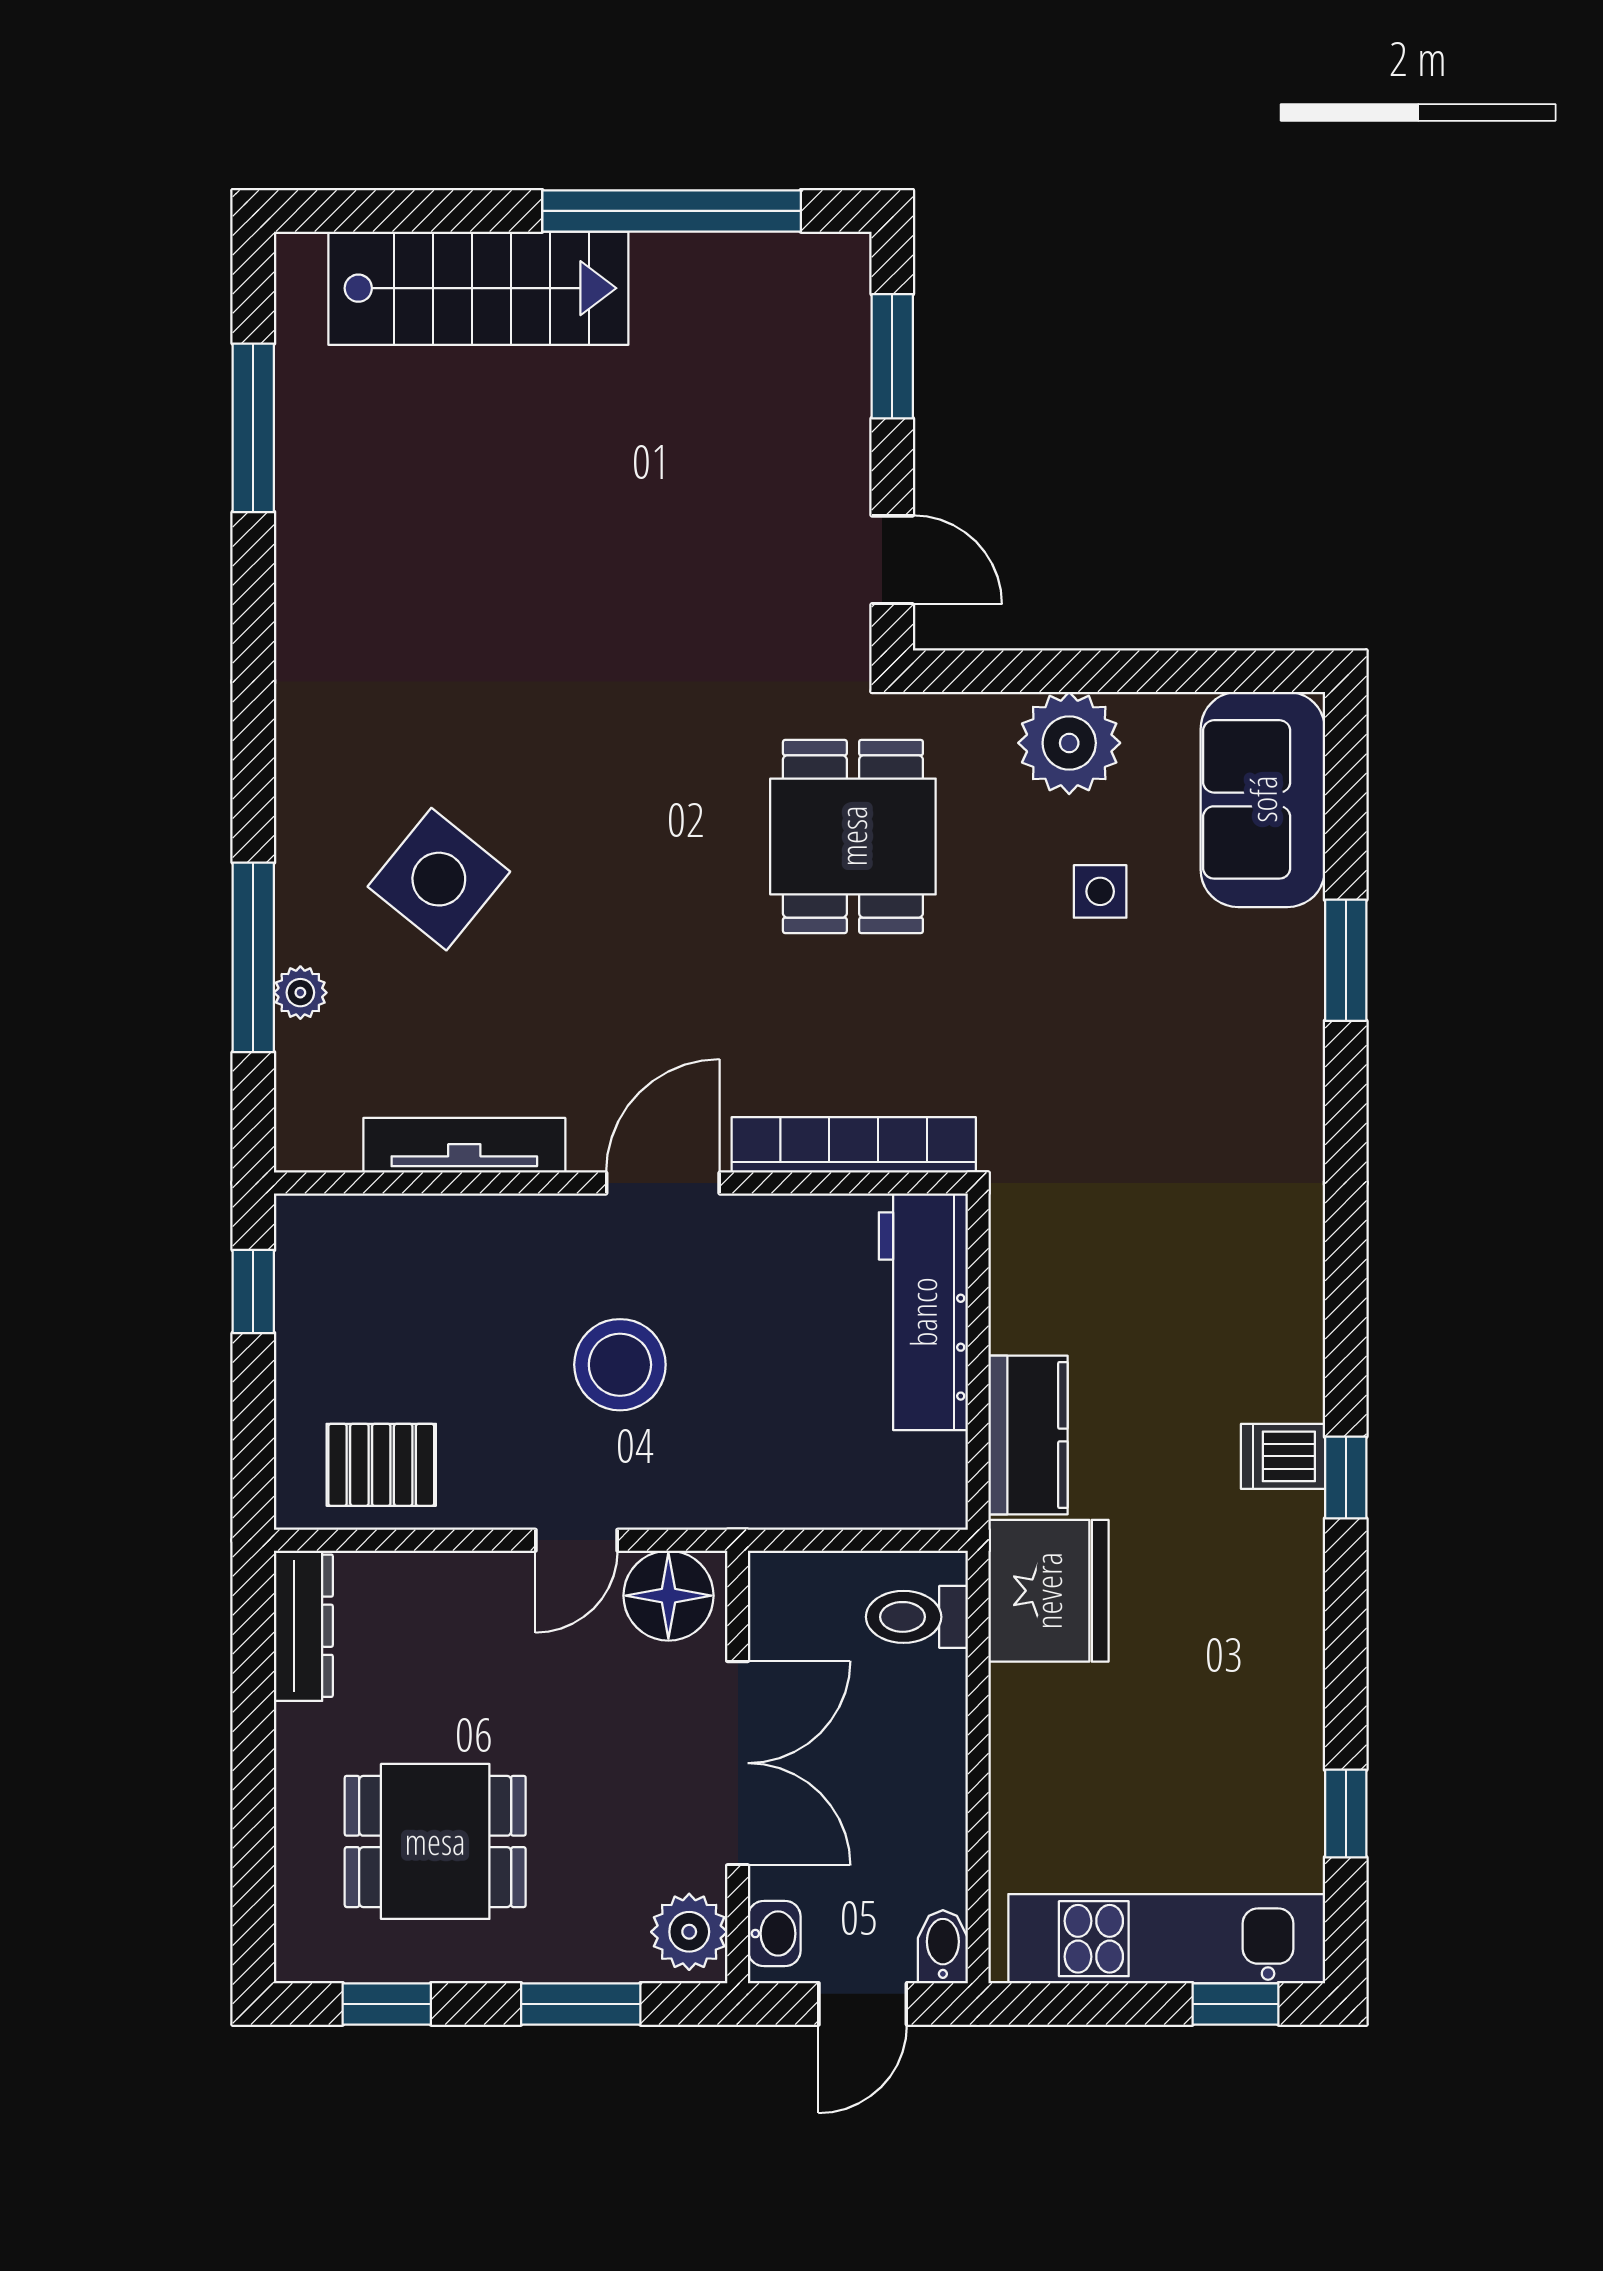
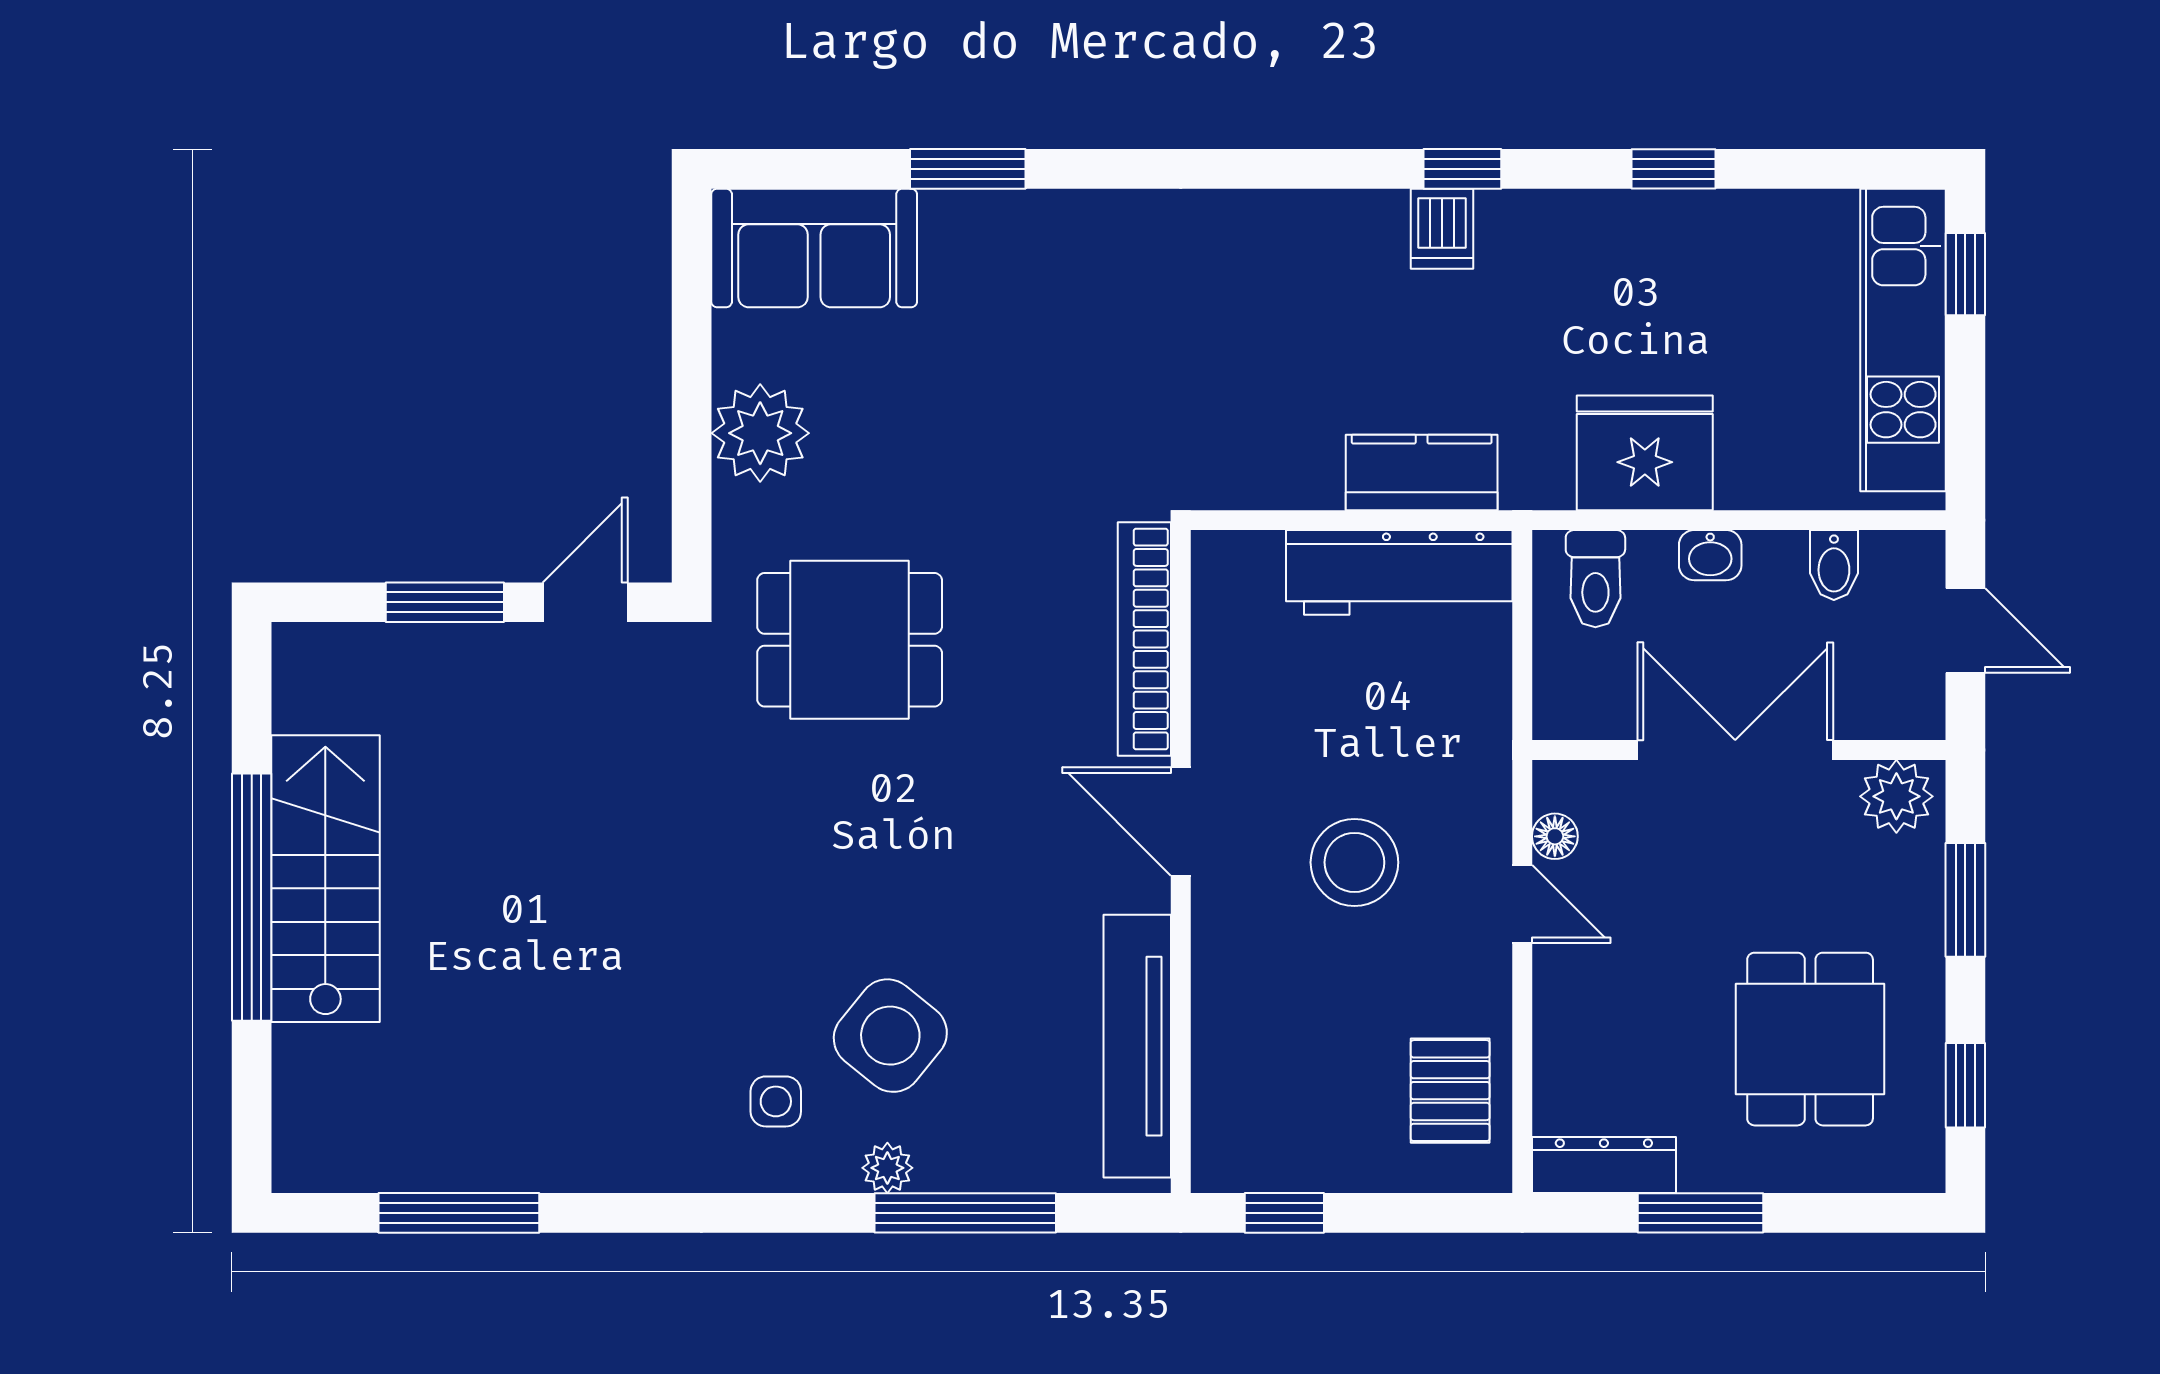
window: (672, 211) -> (252, 897), moved
stairs: (478, 288) -> (325, 879), moved
window: (892, 356) -> (445, 602), moved
side table: (1100, 891) -> (776, 1101), moved
plant: (300, 993) -> (887, 1168), moved
tv unit: (464, 1145) -> (1137, 1046), width x1.36, depth x1.29
workbench: (923, 1312) -> (1399, 572), moved
fridge: (1048, 1591) -> (1645, 453), moved
floor lamp: (668, 1596) -> (1555, 836), width x0.53, depth x0.53
window: (253, 1727) -> (1701, 1213), added
window: (1346, 1814) -> (1673, 169), moved
washbasin: (774, 1934) -> (1710, 555), moved, turned 180
bidet: (943, 1947) -> (1834, 565), moved, turned -90

